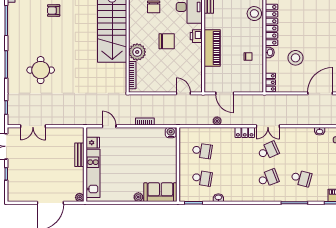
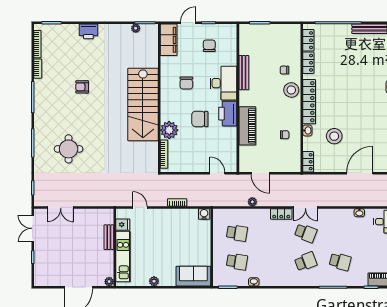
printer: (196, 36) -> (228, 114), width x1.87, depth x1.48
chair: (167, 41) -> (200, 119), turned 180
school desk: (268, 151) -> (306, 233), turned 45
plant: (138, 197) -> (154, 281), moved

